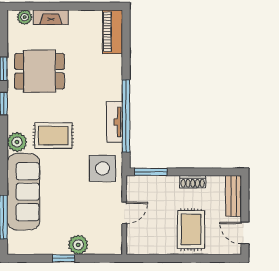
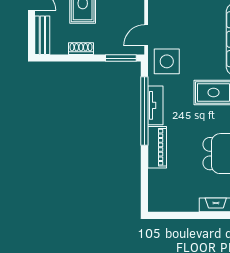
piano: (113, 32) -> (157, 147), moved
door: (124, 213) -> (146, 35), moved

